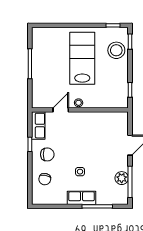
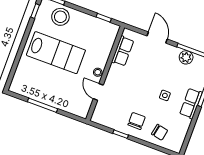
lab bench: (82, 58) -> (56, 53), turned 180
row of seats: (38, 126) -> (123, 51), moved, turned 90

